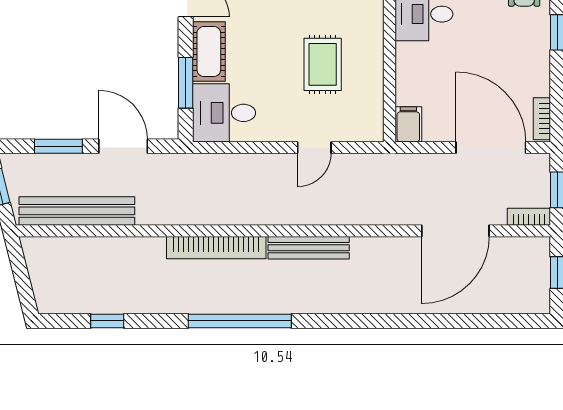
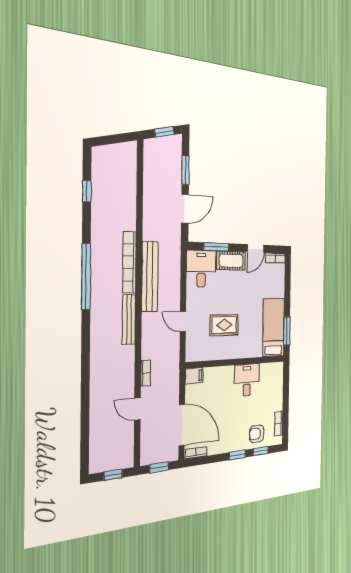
door: (491, 148) -> (182, 425), hinge flipped
bench: (77, 211) -> (150, 277), moved
bookcase: (529, 217) -> (146, 373), moved
door: (455, 231) -> (137, 409), width x0.53

